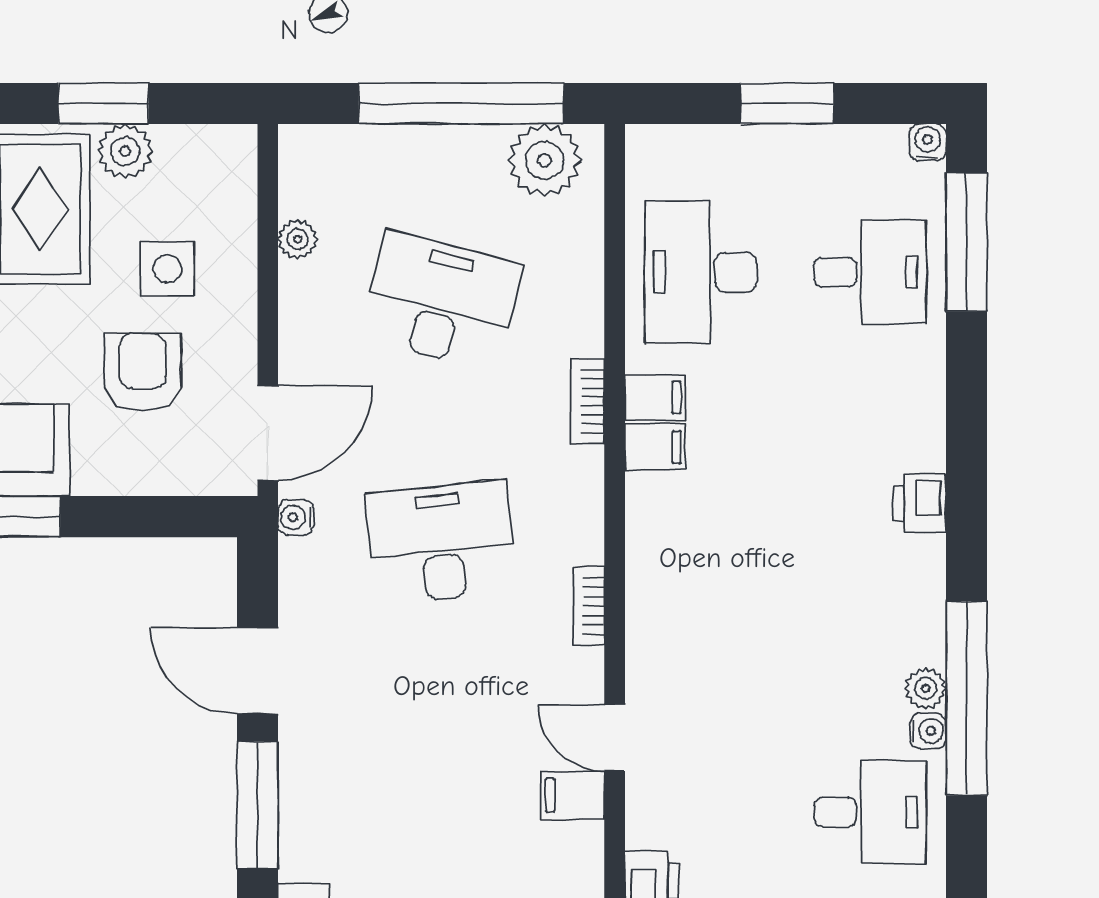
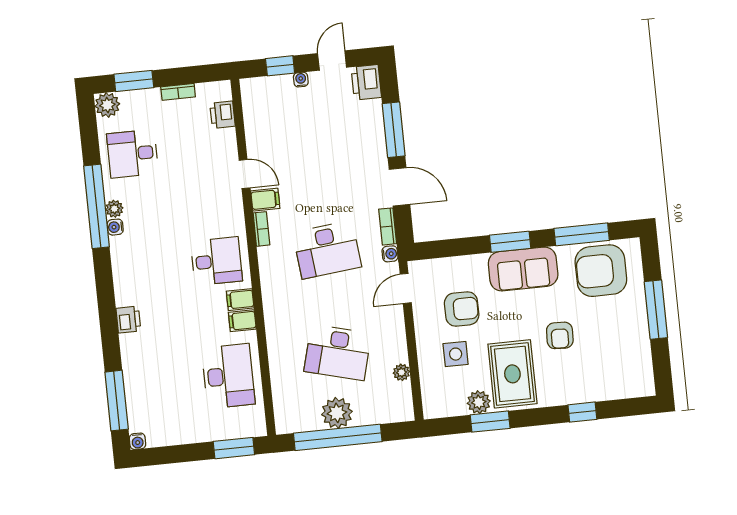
window: (787, 103) -> (234, 448), moved
plant: (544, 160) -> (337, 413), moved
desk: (870, 272) -> (216, 261), moved, turned 180
armchair: (143, 372) -> (462, 309), turned -90
bookcase: (588, 401) -> (388, 226), moved, turned 180
door: (268, 433) -> (406, 288), width x0.73
printer: (920, 503) -> (128, 320), moved
water cooler: (928, 731) -> (115, 227), moved
filing cabinet: (572, 795) -> (265, 200), moved

